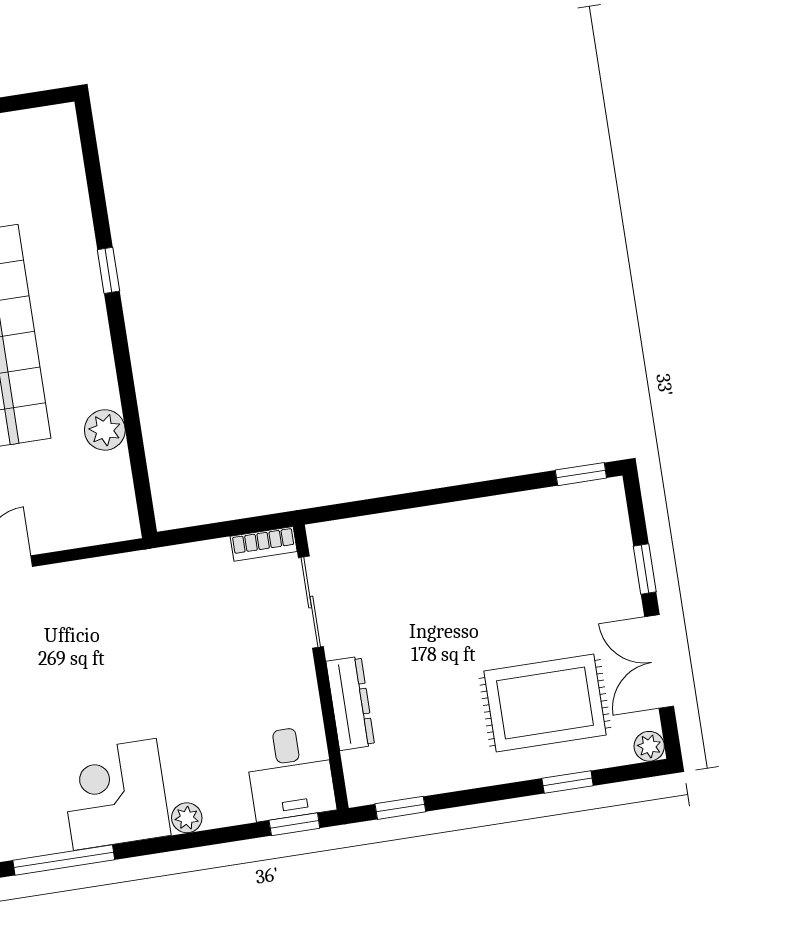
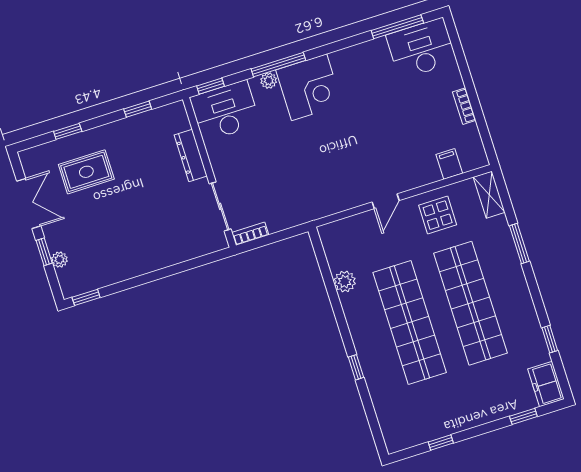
rug: (545, 703) -> (86, 172), width x0.73, depth x0.70
plant: (649, 746) -> (59, 260), moved
desk: (290, 773) -> (225, 111), width x1.37
window: (400, 808) -> (138, 109), moved
window: (64, 860) -> (278, 65), moved

